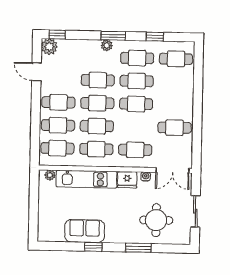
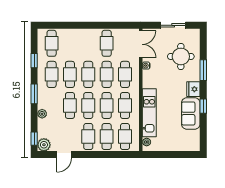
plant: (107, 45) -> (42, 114), moved
cafe table: (136, 127) -> (107, 74), added
fridge: (127, 180) -> (193, 89), moved, turned 180

